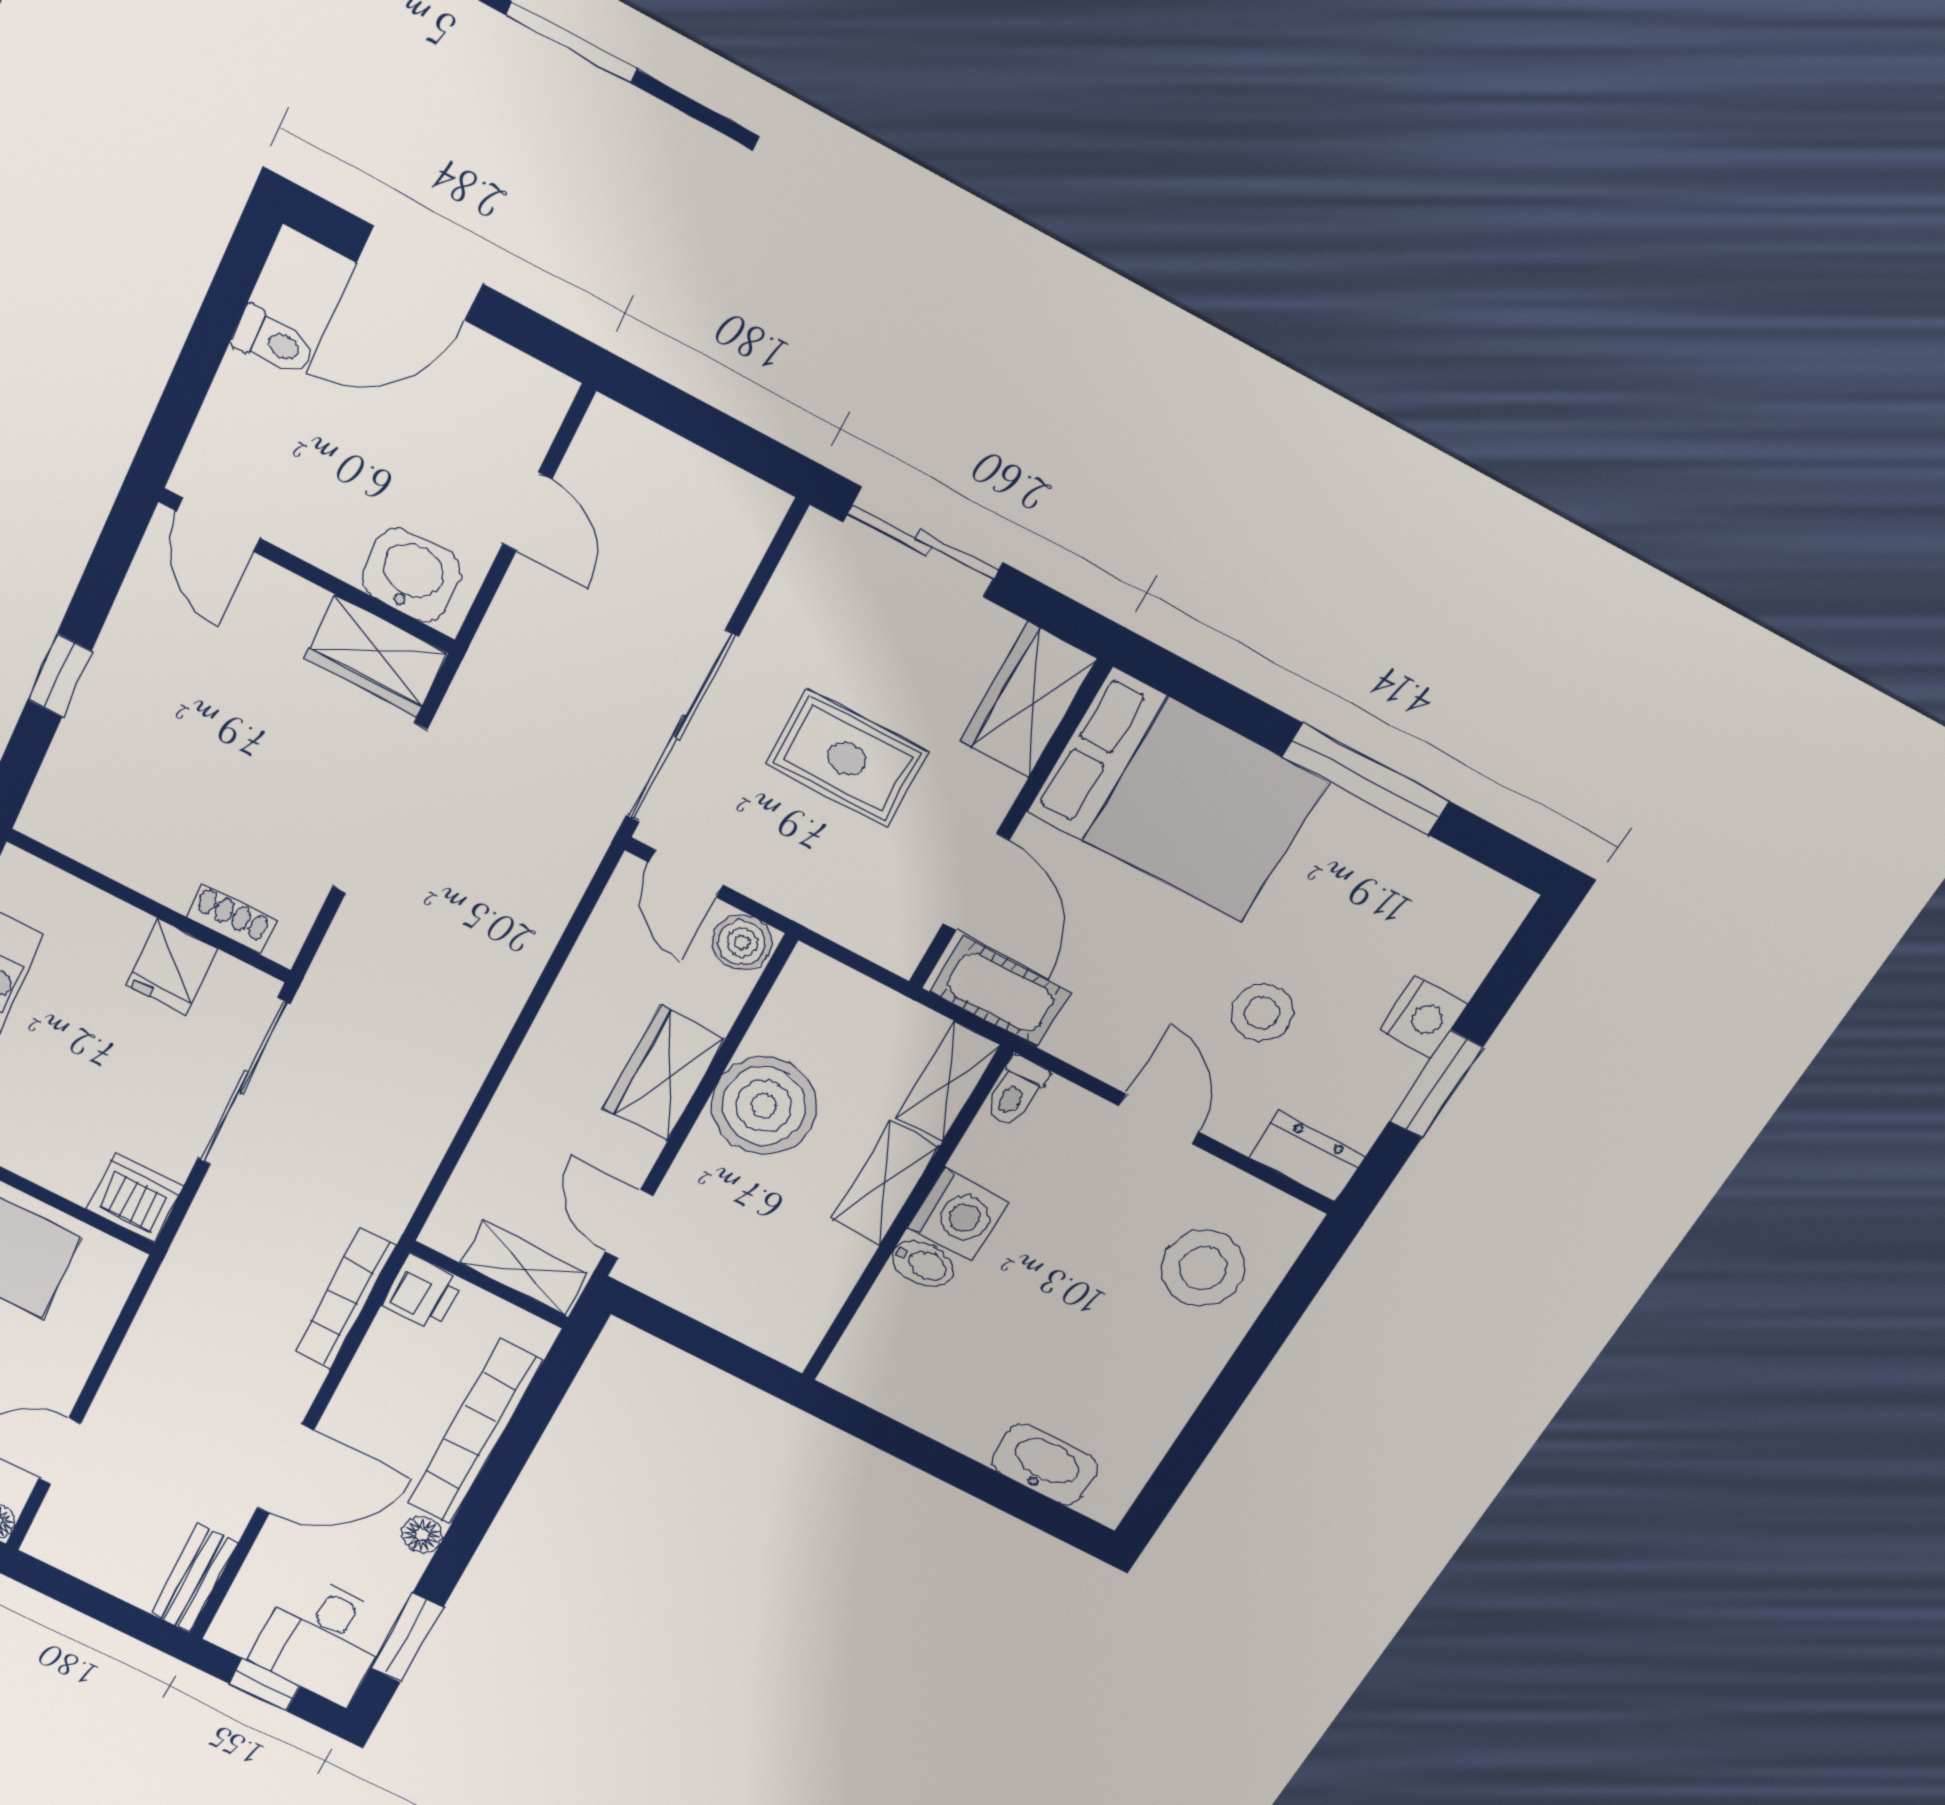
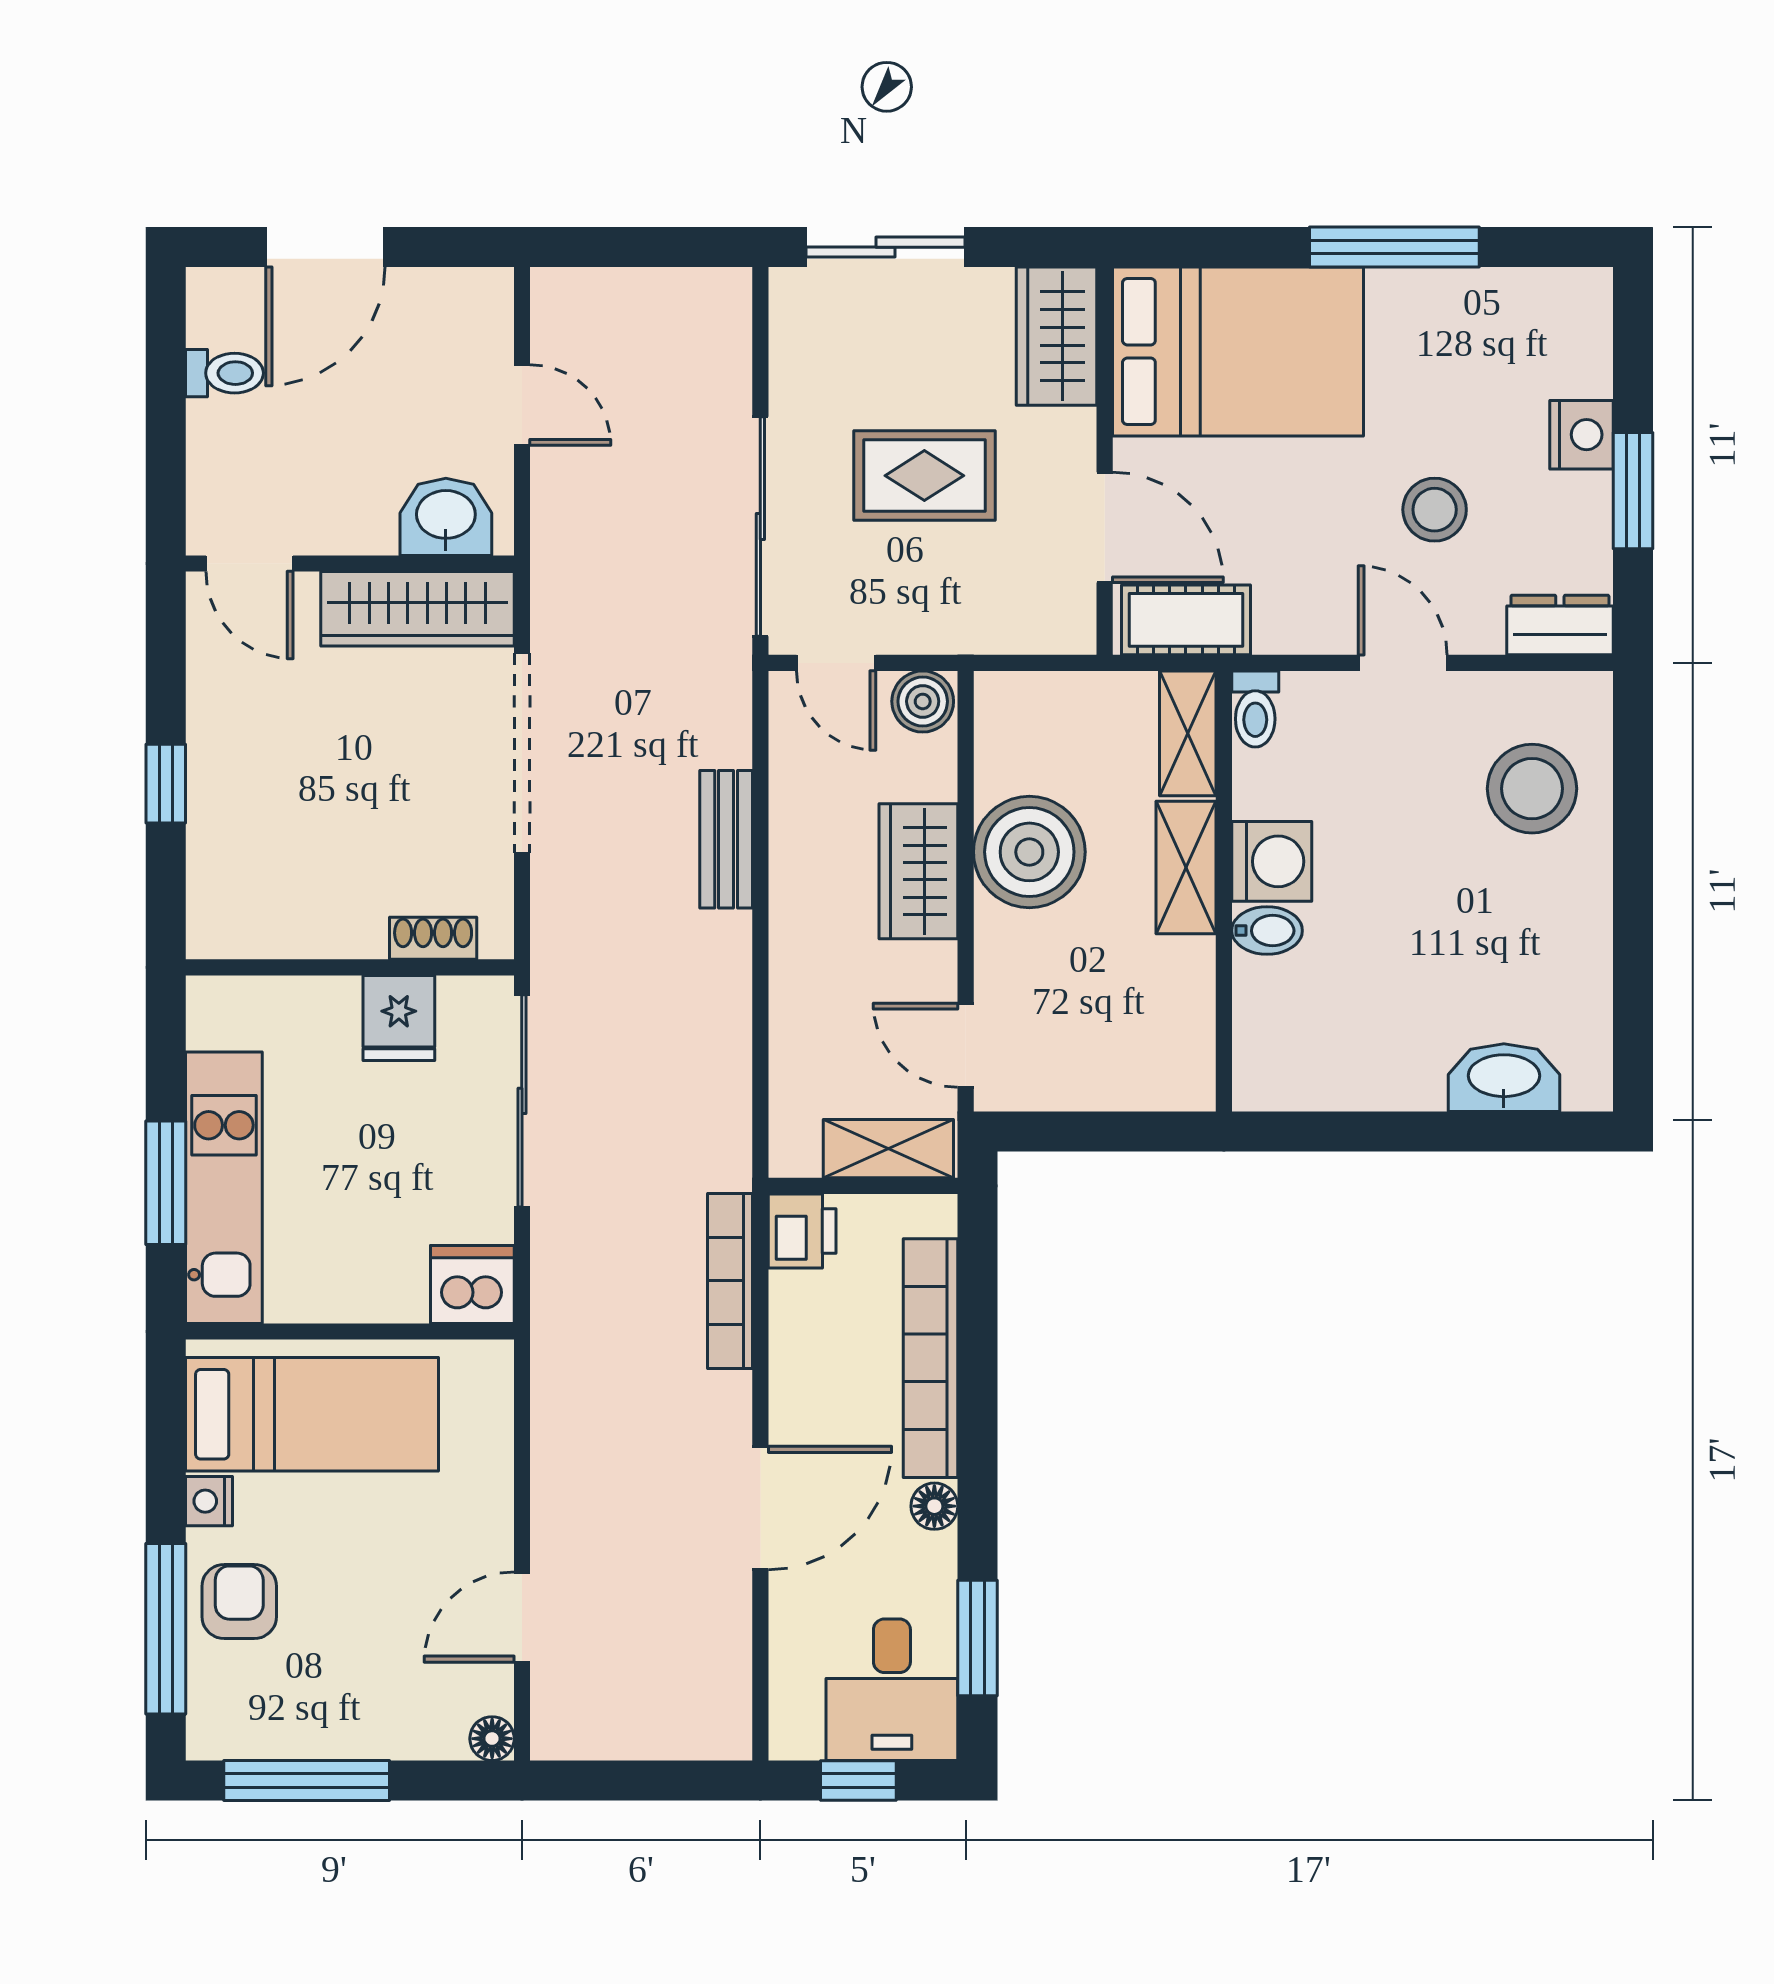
wardrobe: (376, 656) -> (417, 609), width x1.50
bench: (194, 1578) -> (726, 839), moved

